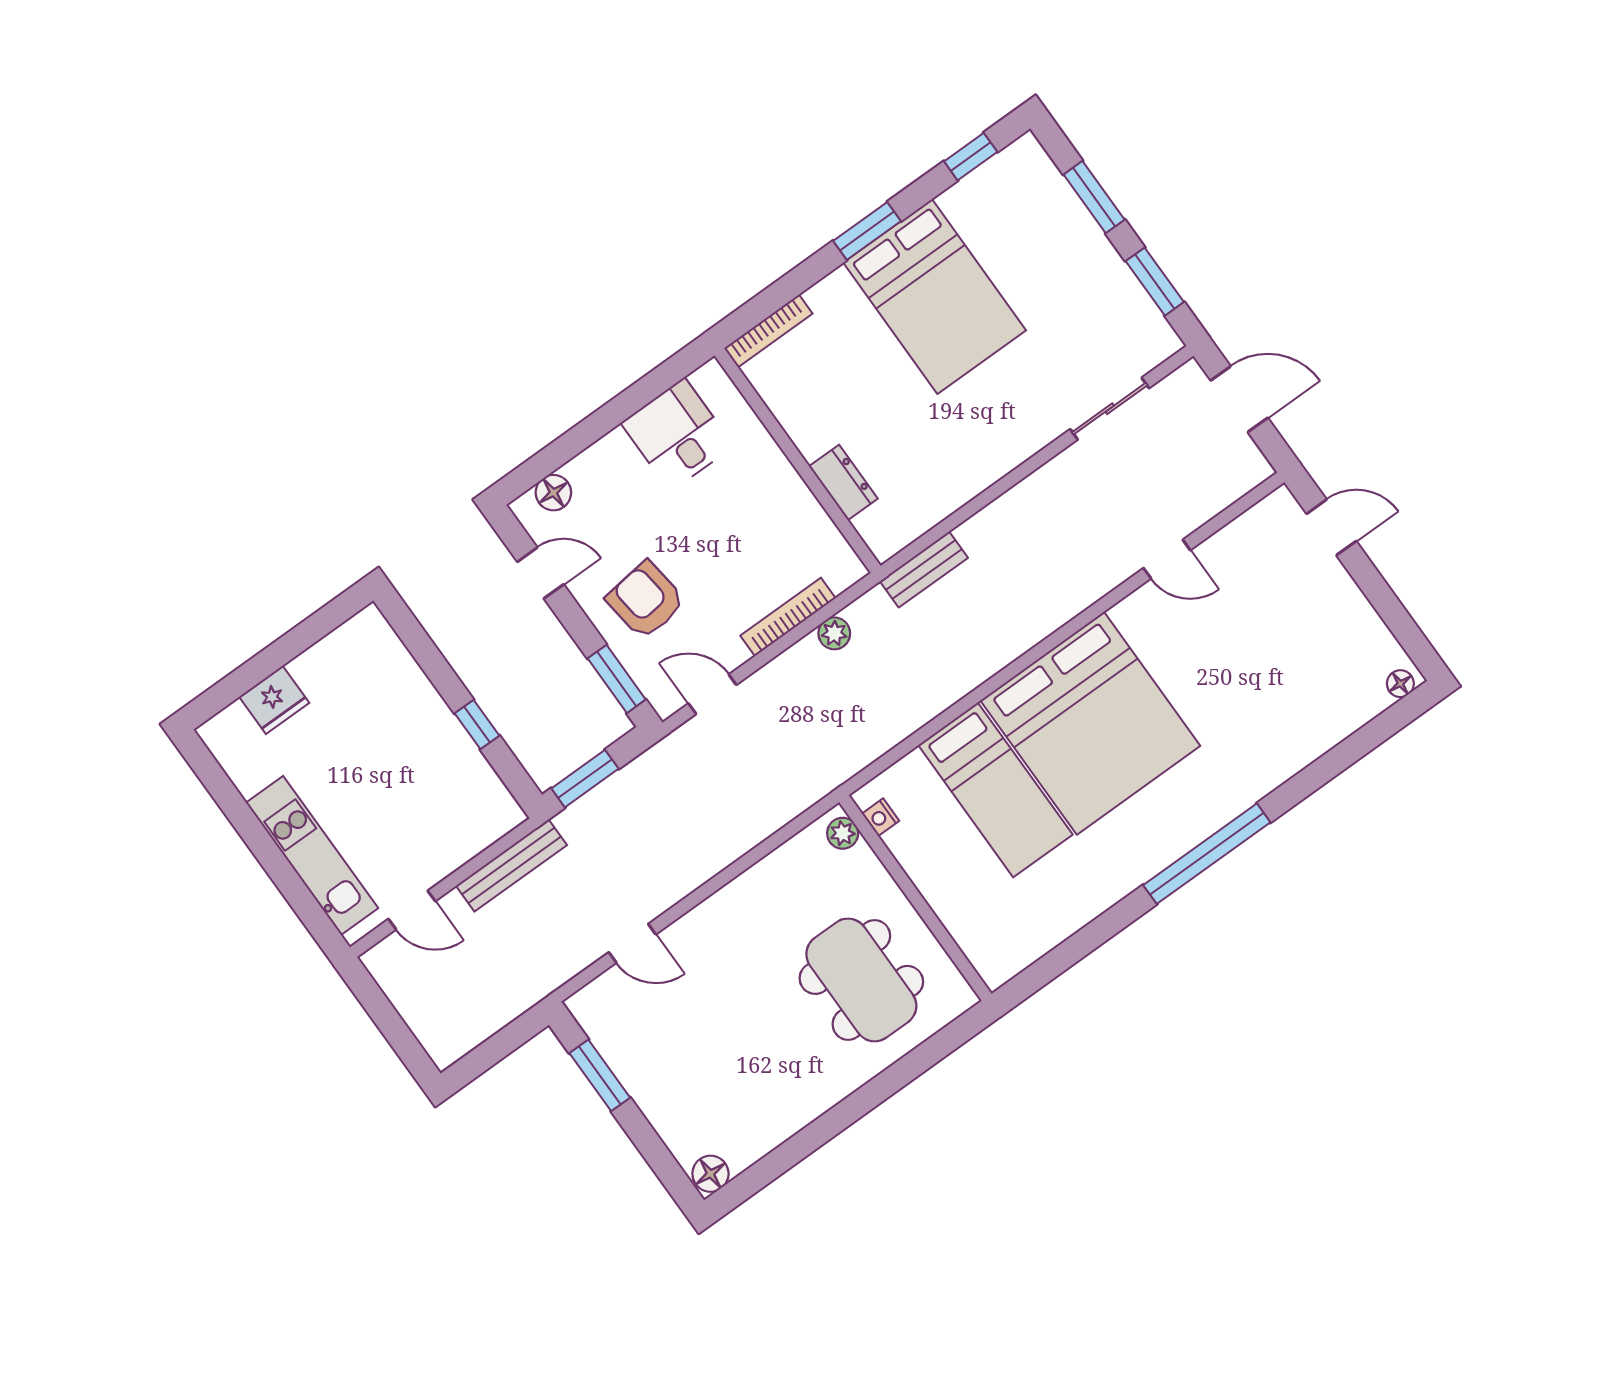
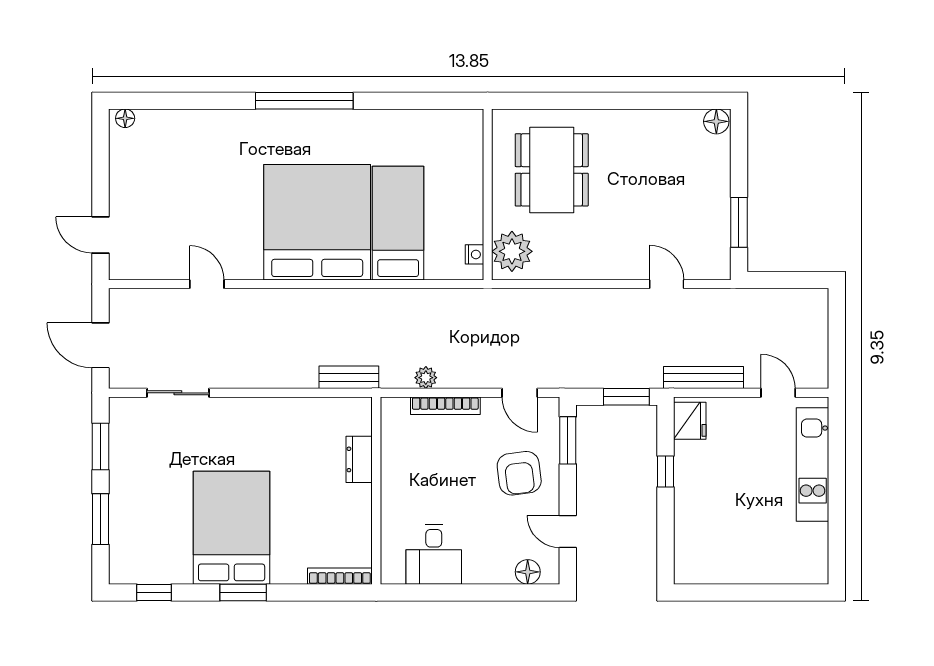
fridge: (274, 700) -> (690, 421), moved, turned 90
plant: (843, 833) -> (512, 251), width x1.88, depth x1.88

